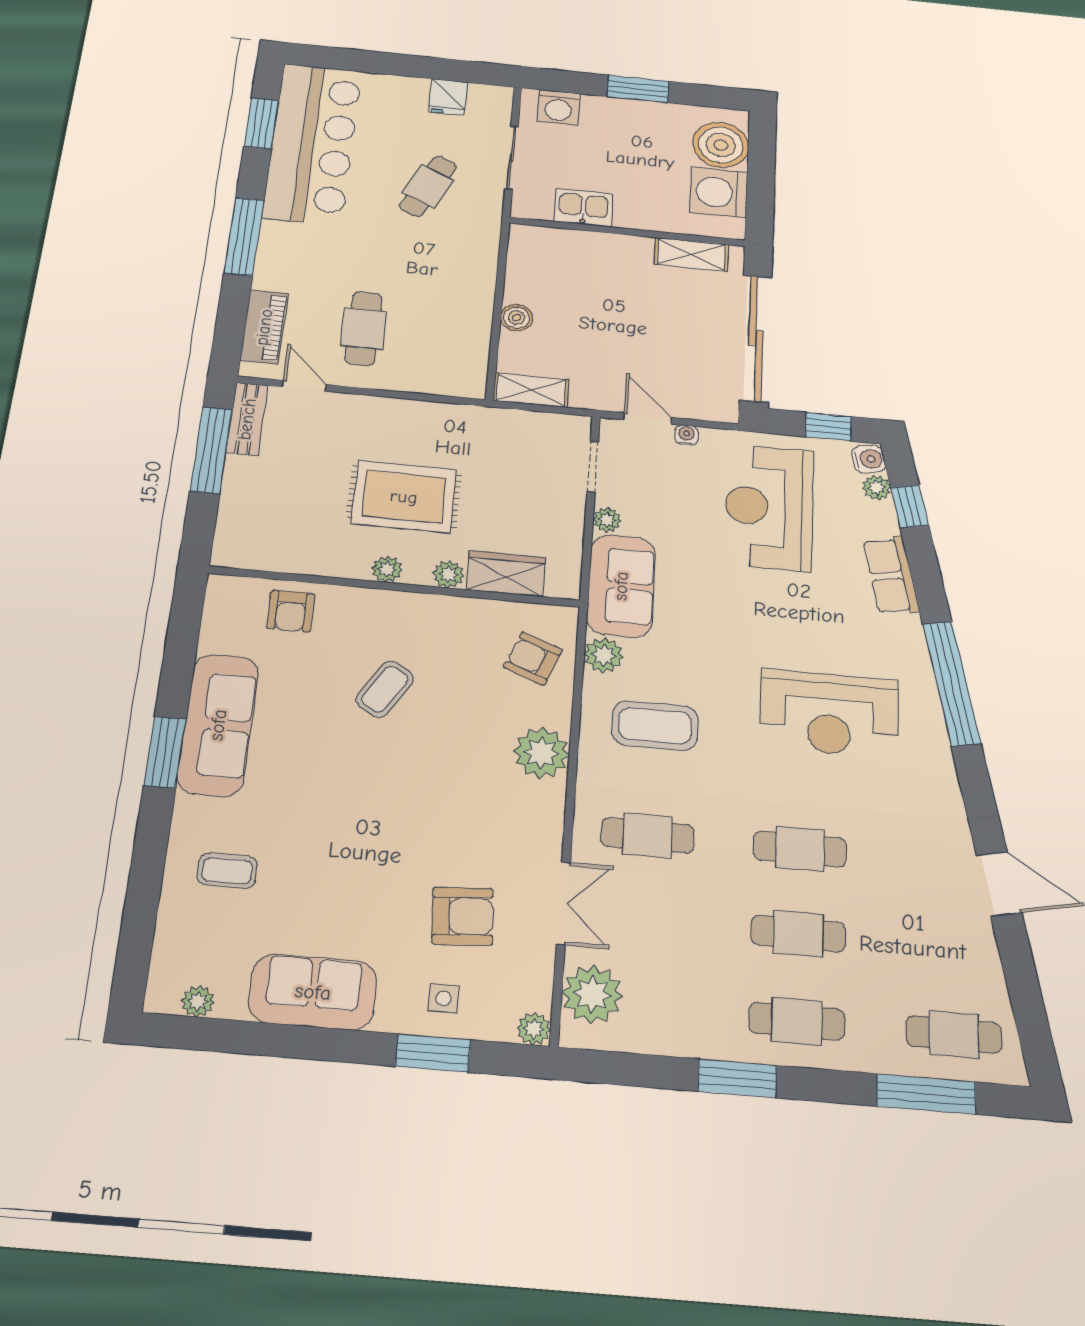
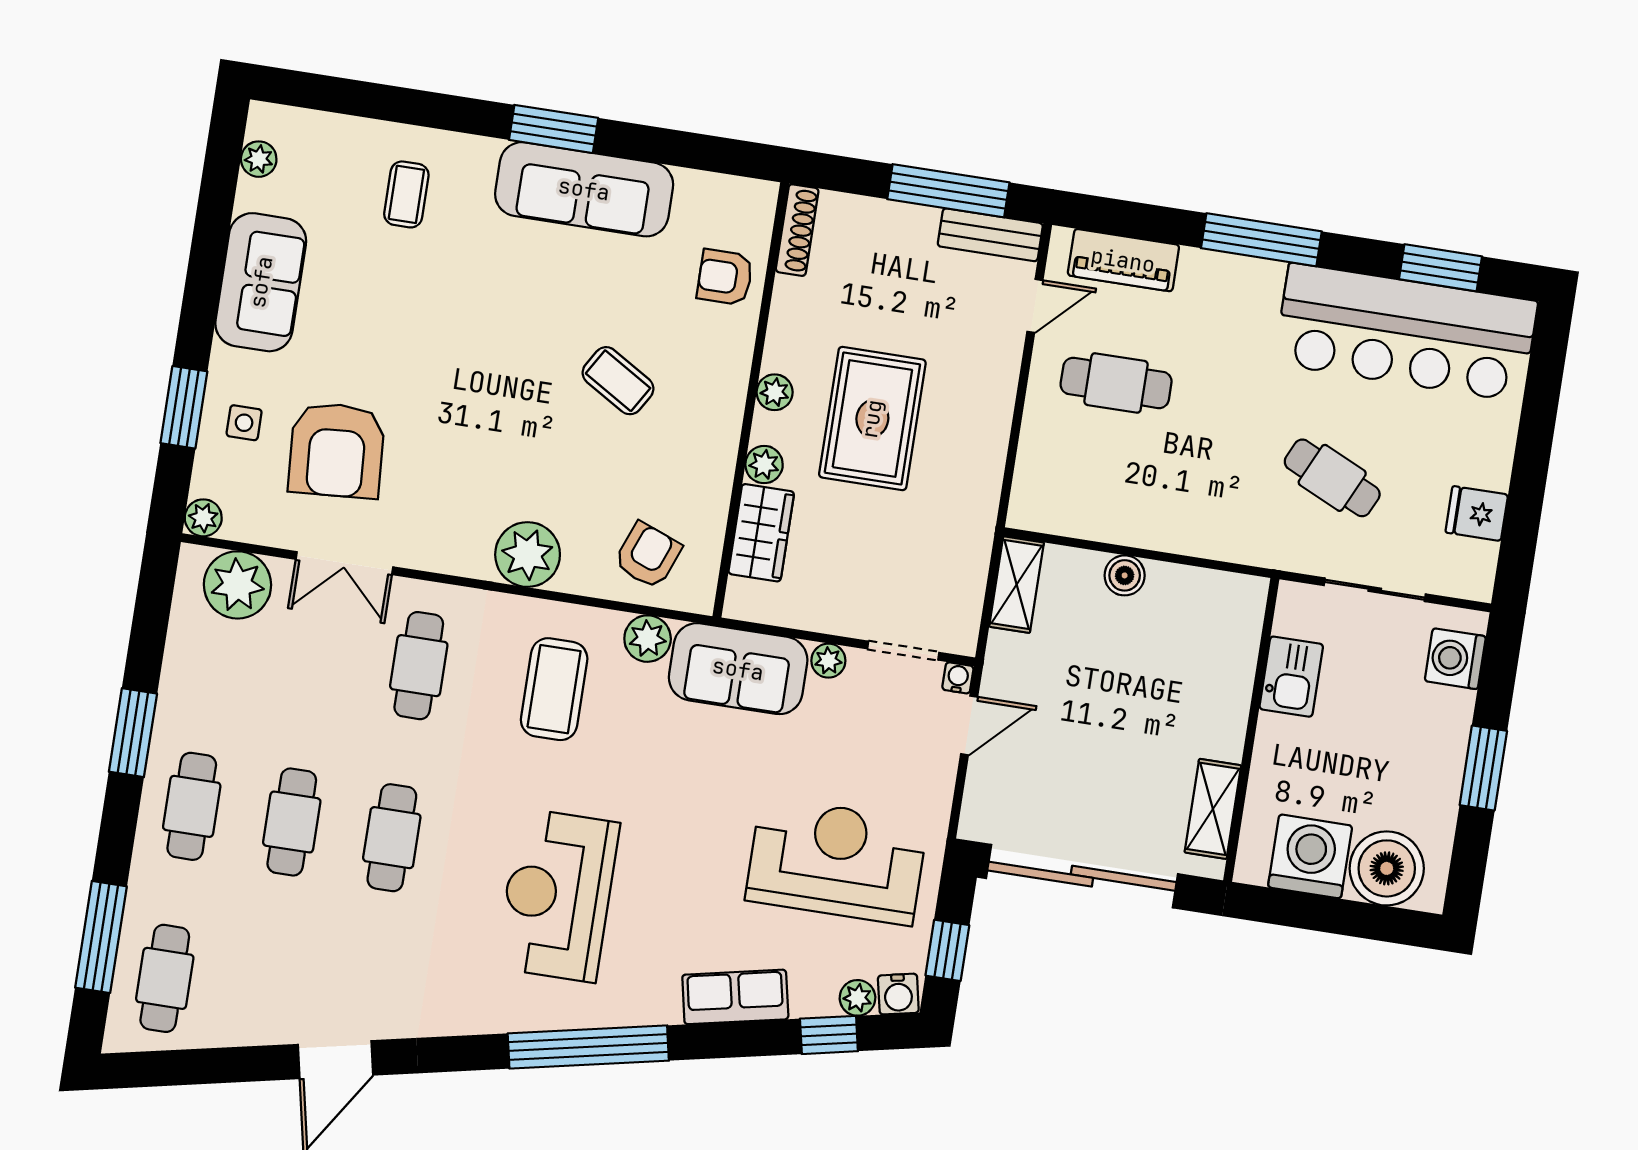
water cooler: (686, 435) -> (958, 678), moved, turned -90
shoe rack: (248, 559) -> (797, 230), added
armchair: (463, 916) -> (337, 450), width x1.36, depth x1.36

